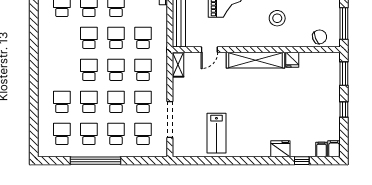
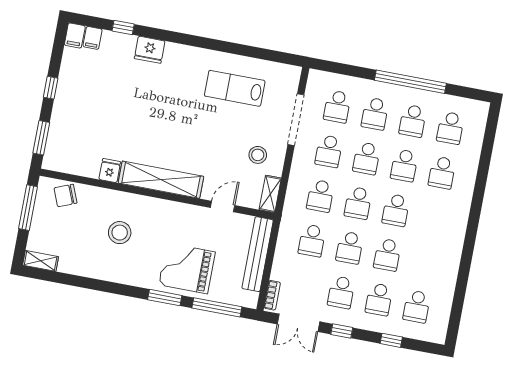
stool: (192, 90) -> (258, 155), added
lab bench: (216, 133) -> (235, 88), turned -90

